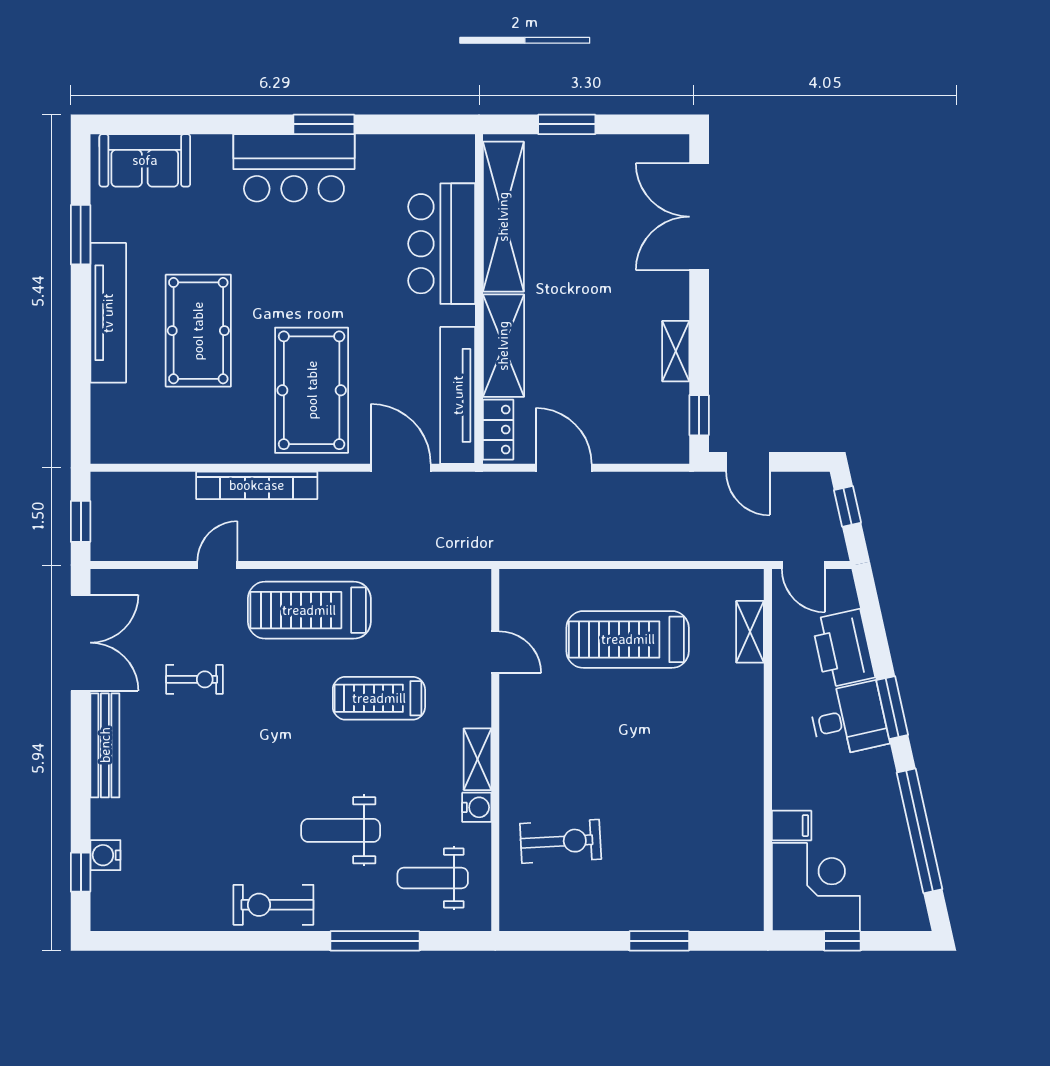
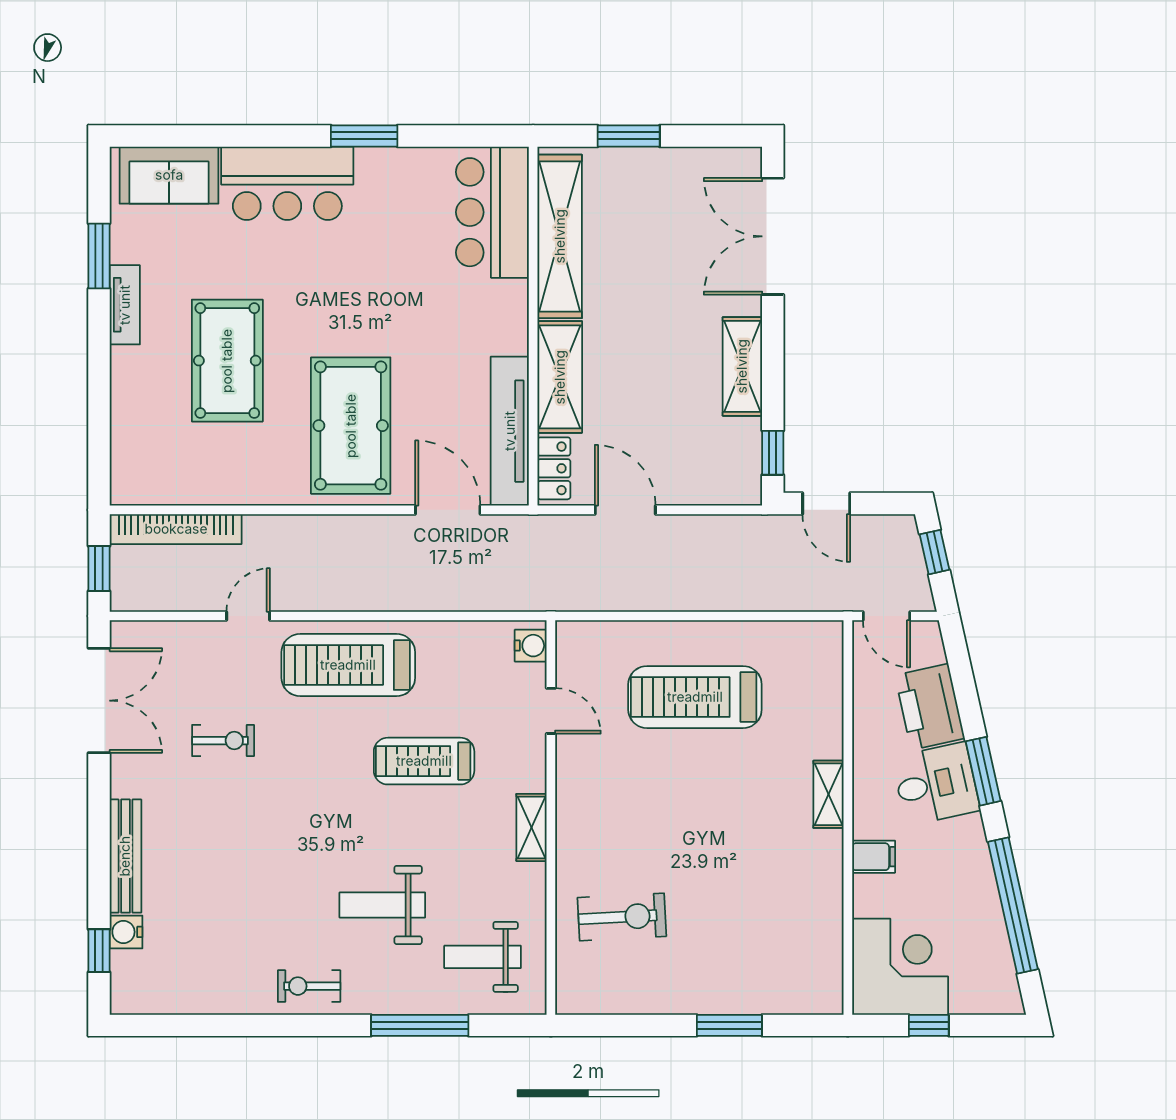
bar counter: (294, 168) -> (287, 183), moved
bar counter: (442, 244) -> (492, 212), moved
tv unit: (108, 313) -> (125, 305), width x0.52, depth x0.78
shelving: (676, 351) -> (742, 366), width x1.50, depth x1.33
bookcase: (257, 485) -> (176, 529), moved
shelving: (750, 632) -> (828, 794), moved
bench: (105, 745) -> (125, 856), moved
water cooler: (477, 807) -> (531, 646), moved
filing cabinet: (792, 826) -> (874, 857), moved
exercise bike: (273, 905) -> (309, 986), width x0.73, depth x0.72

